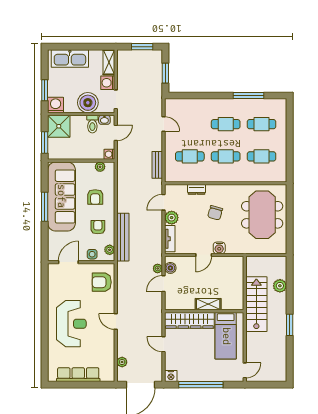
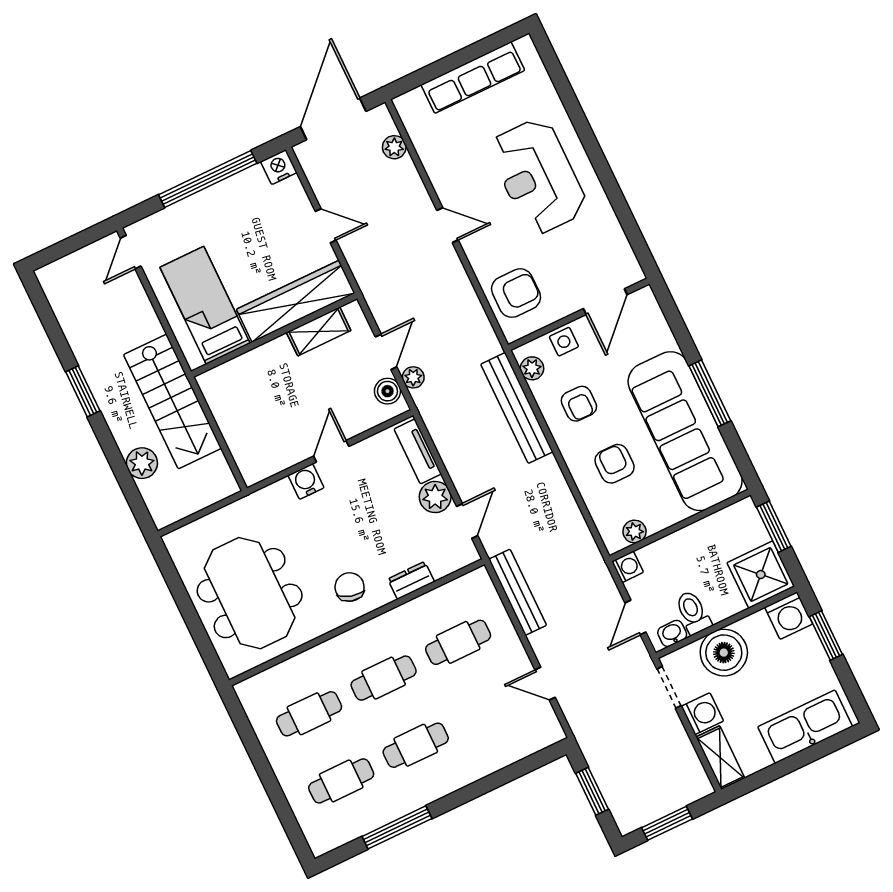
bench: (157, 165) -> (518, 592), width x1.36
chair: (215, 213) -> (350, 587), moved
shelving: (208, 304) -> (319, 331), moved

